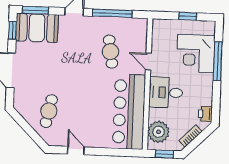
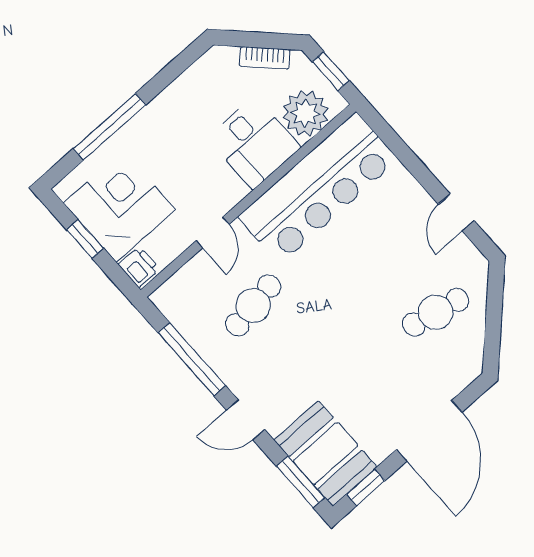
corner desk: (196, 53) -> (119, 206), moved, turned -90
desk: (166, 93) -> (254, 143), moved
printer: (205, 114) -> (139, 267), moved, turned -90

